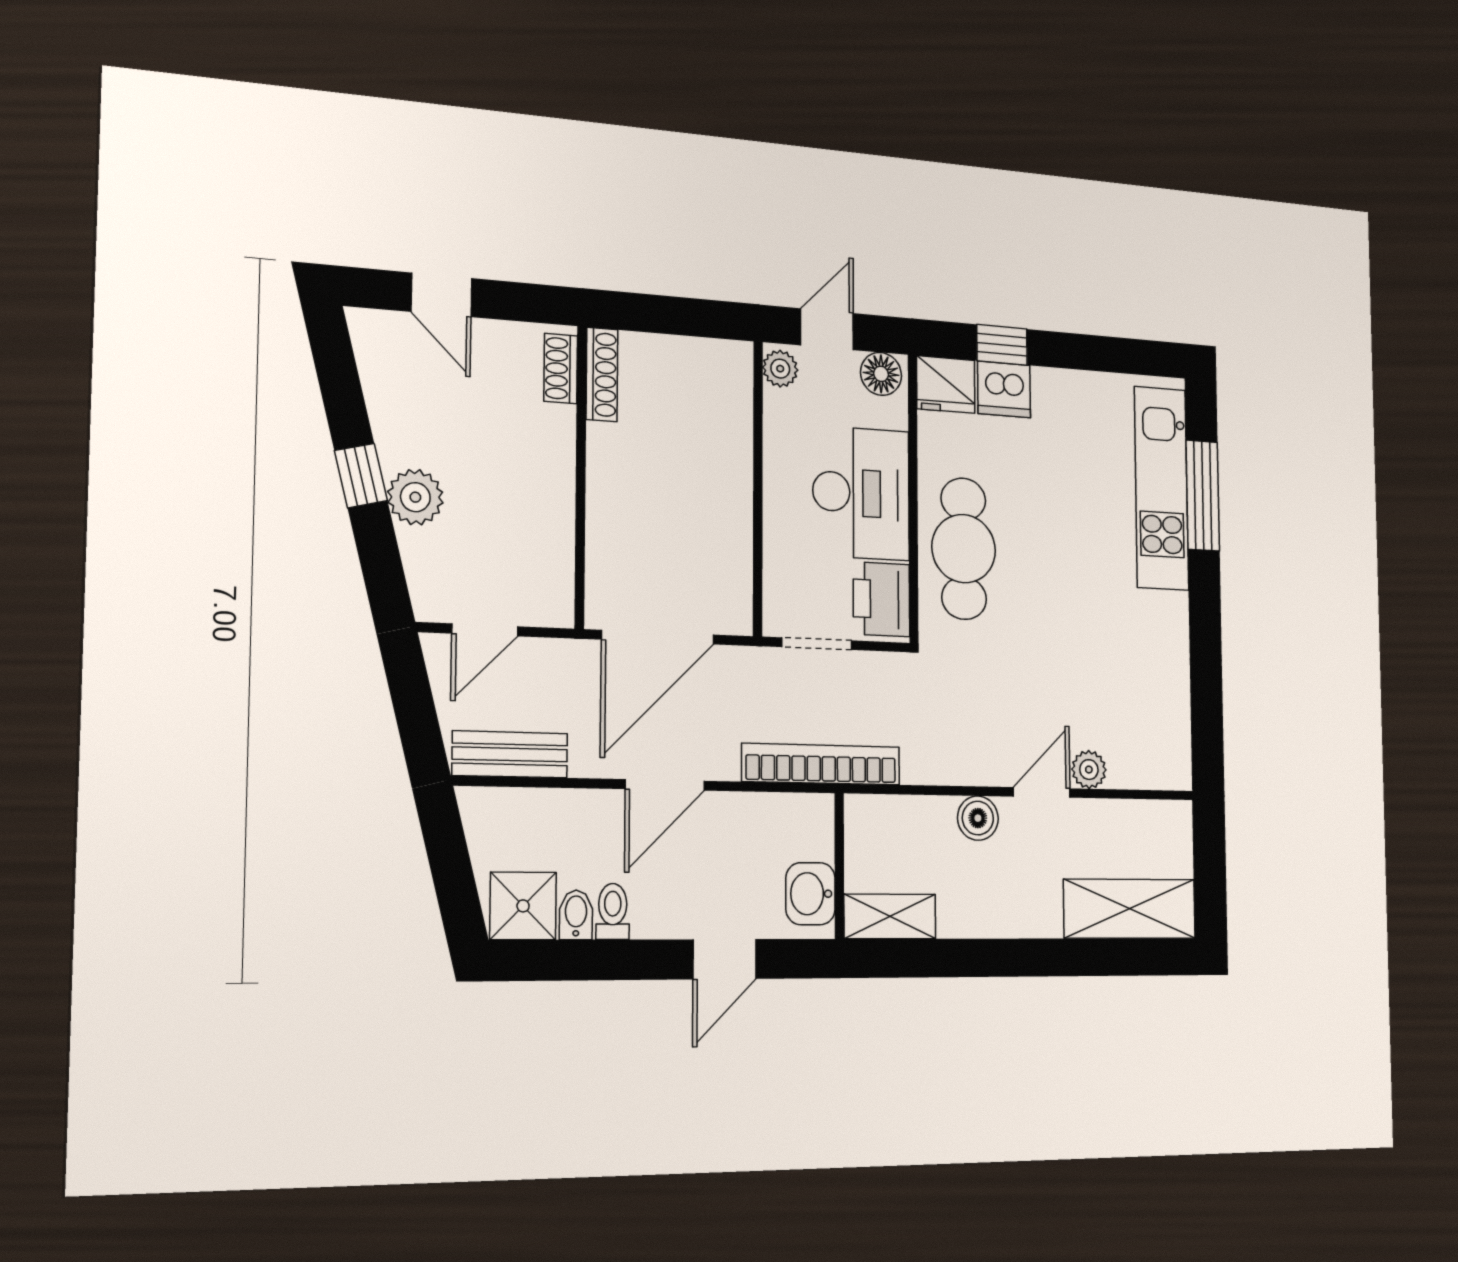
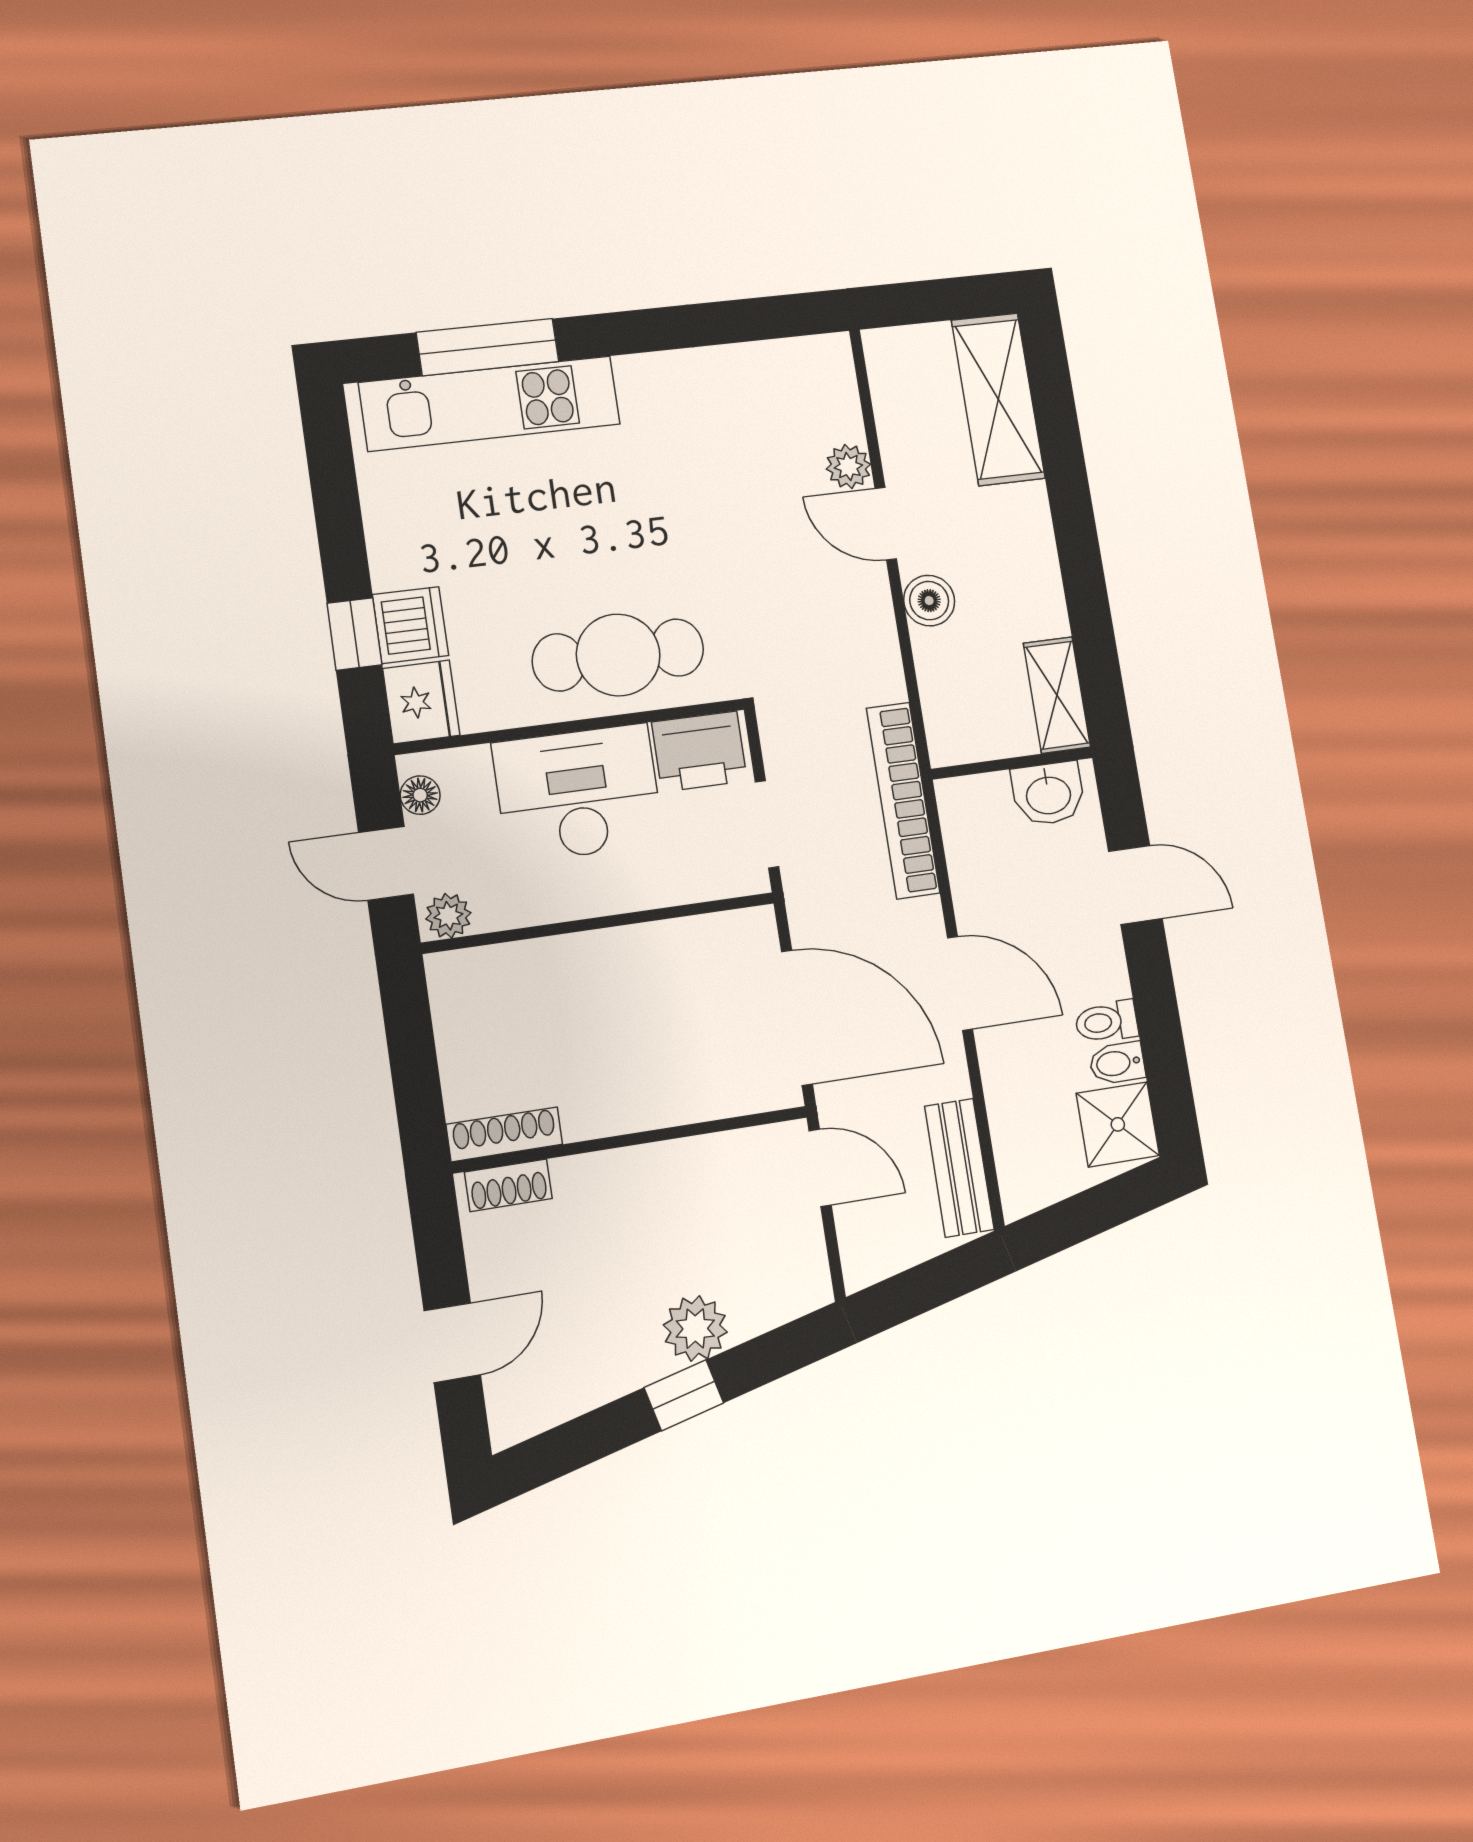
floor lamp: (881, 374) -> (420, 795), width x0.73, depth x0.73
door: (485, 630) -> (820, 1168), moved

